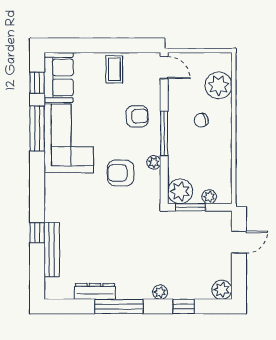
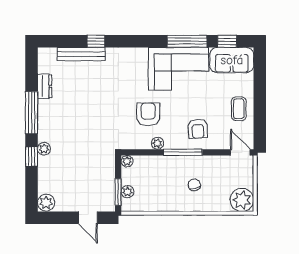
door: (164, 68) -> (240, 152), swing flipped
coffee table: (114, 69) -> (239, 109), turned 90
plant: (219, 85) -> (242, 200), moved
plant: (180, 191) -> (127, 161), width x0.53, depth x0.53
window: (190, 207) -> (118, 192), moved
dresser: (95, 291) -> (45, 86), width x0.70
window: (184, 306) -> (31, 156), moved

